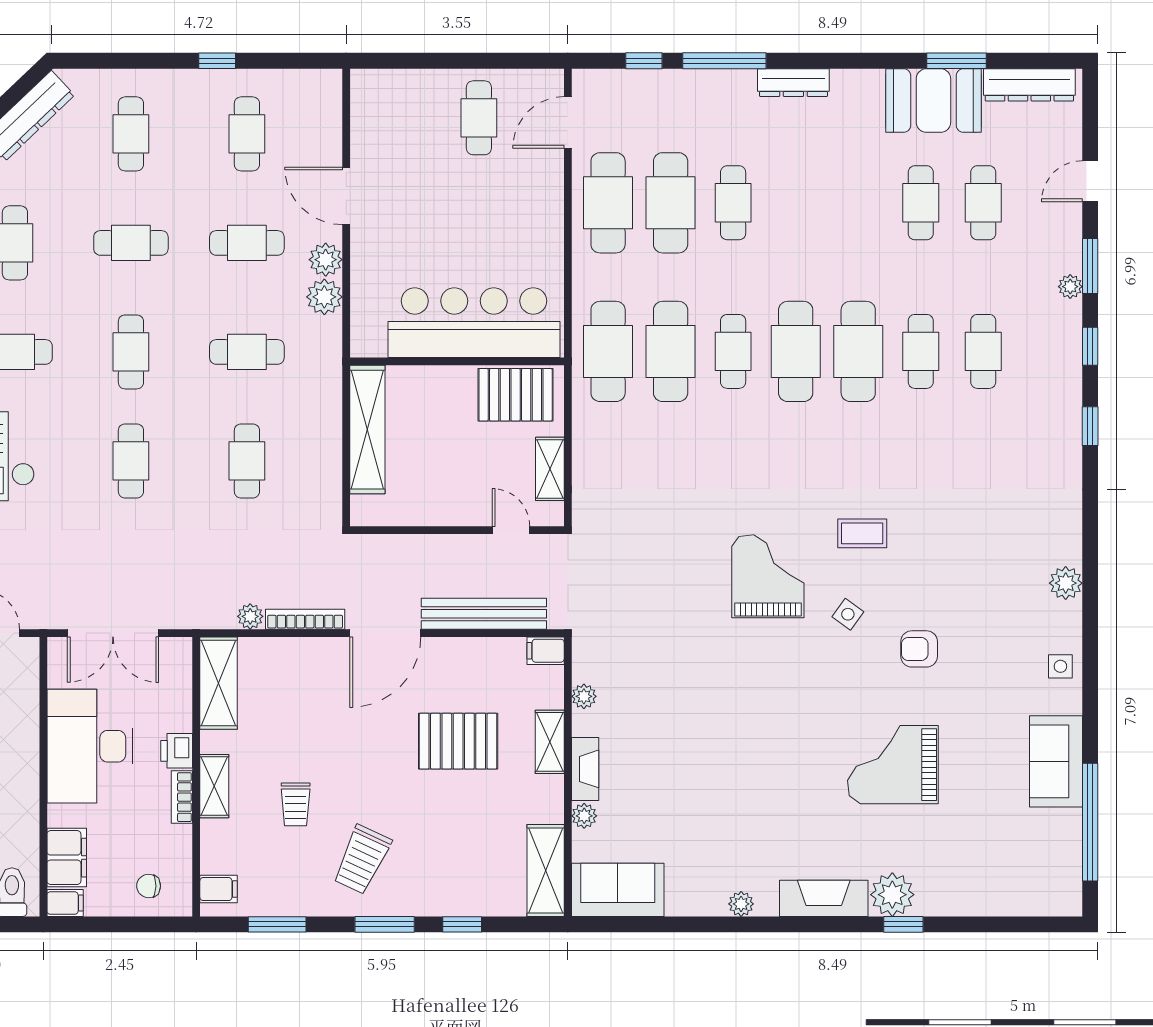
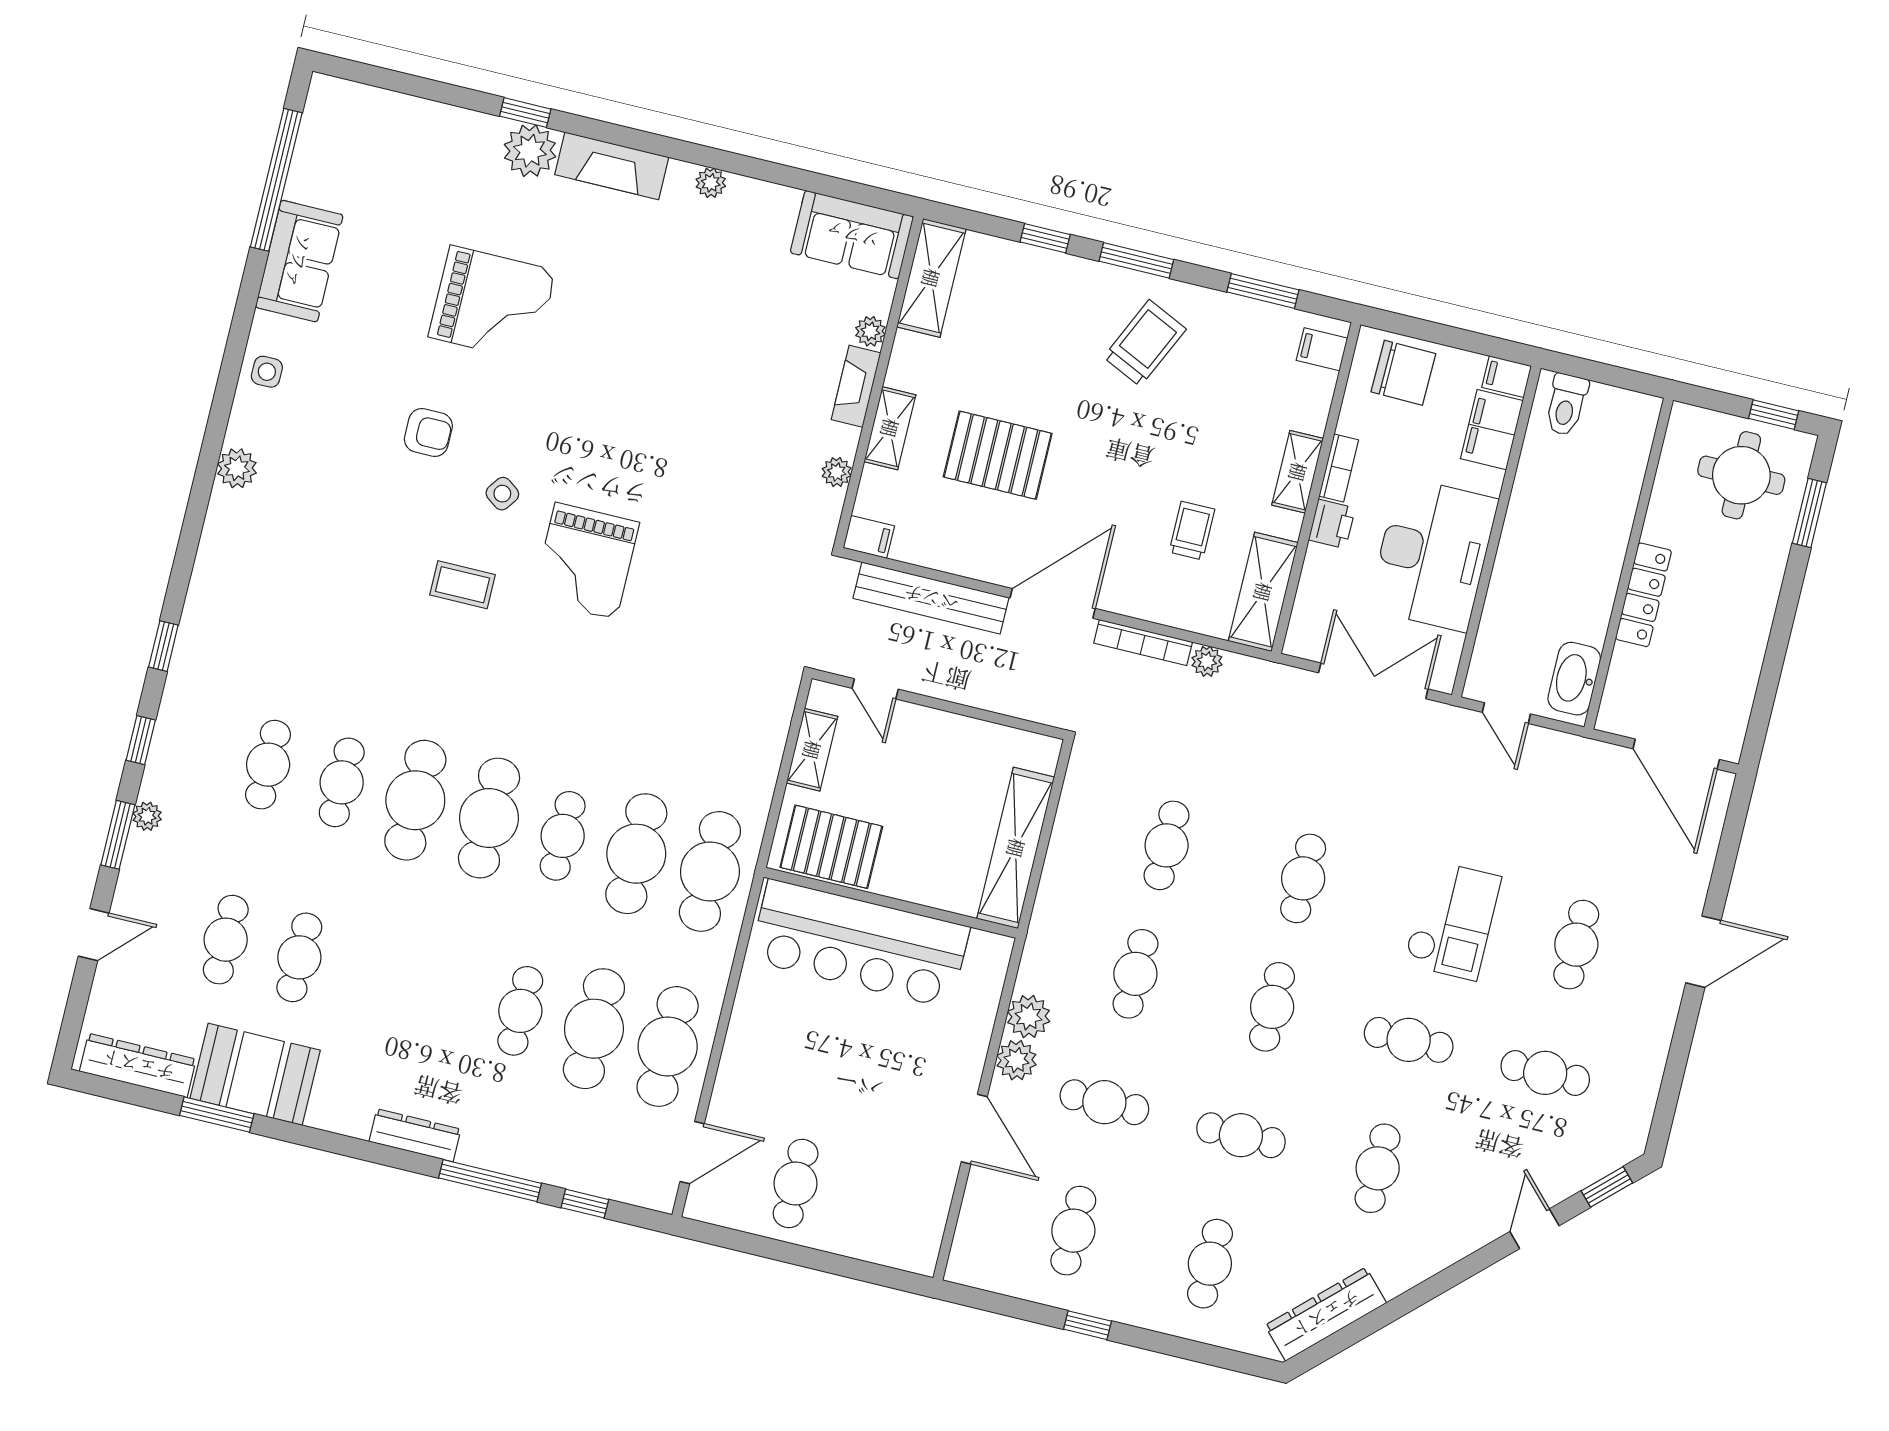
cafe table: (247, 352) -> (1135, 974), turned 90
trolley: (296, 804) -> (1192, 531), moved
chair: (149, 886) -> (1403, 373), width x1.87, depth x1.87

